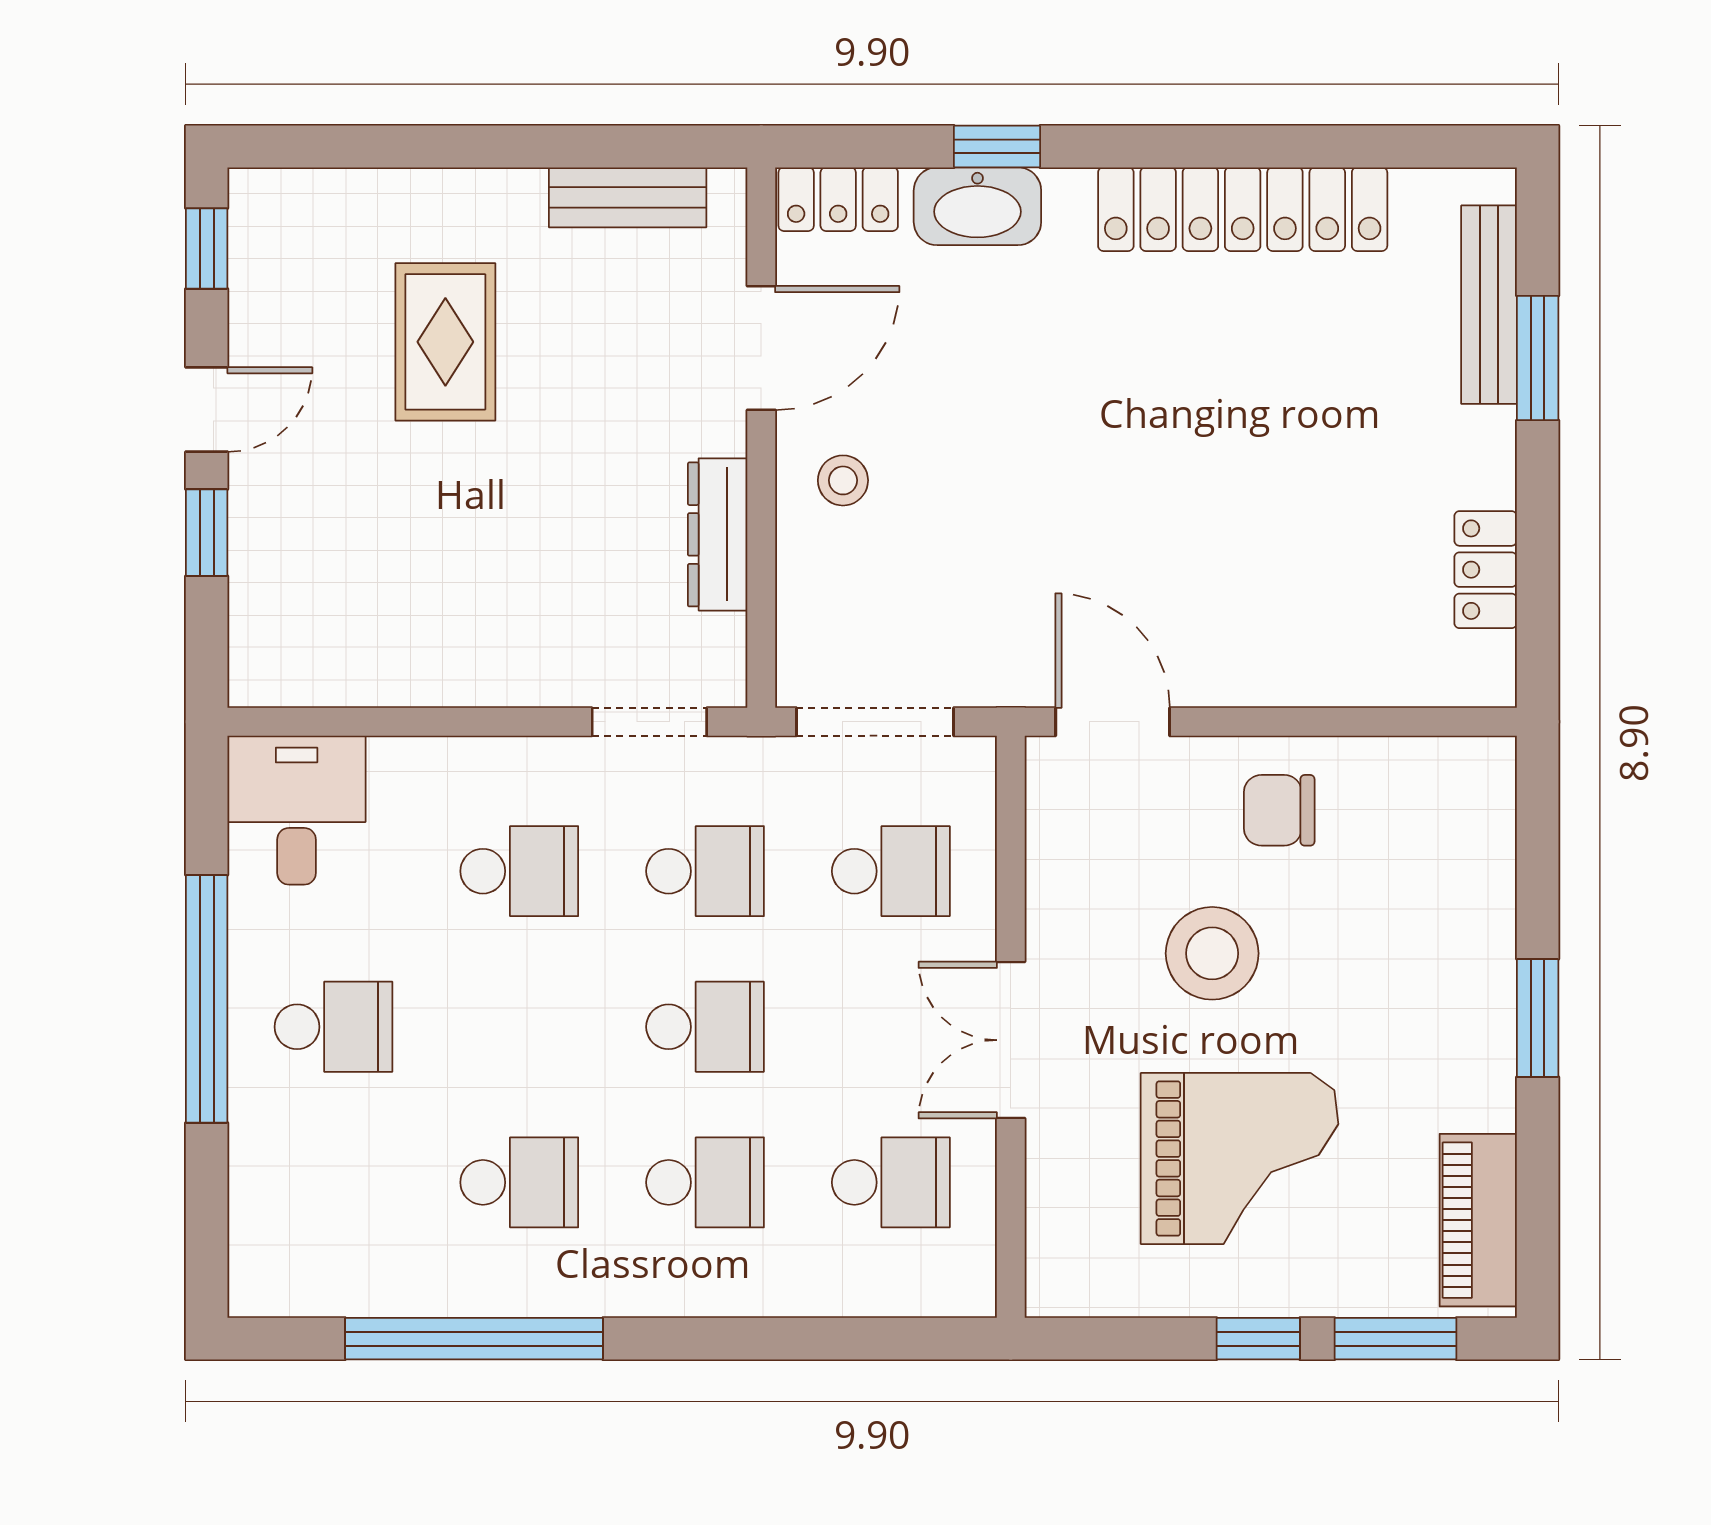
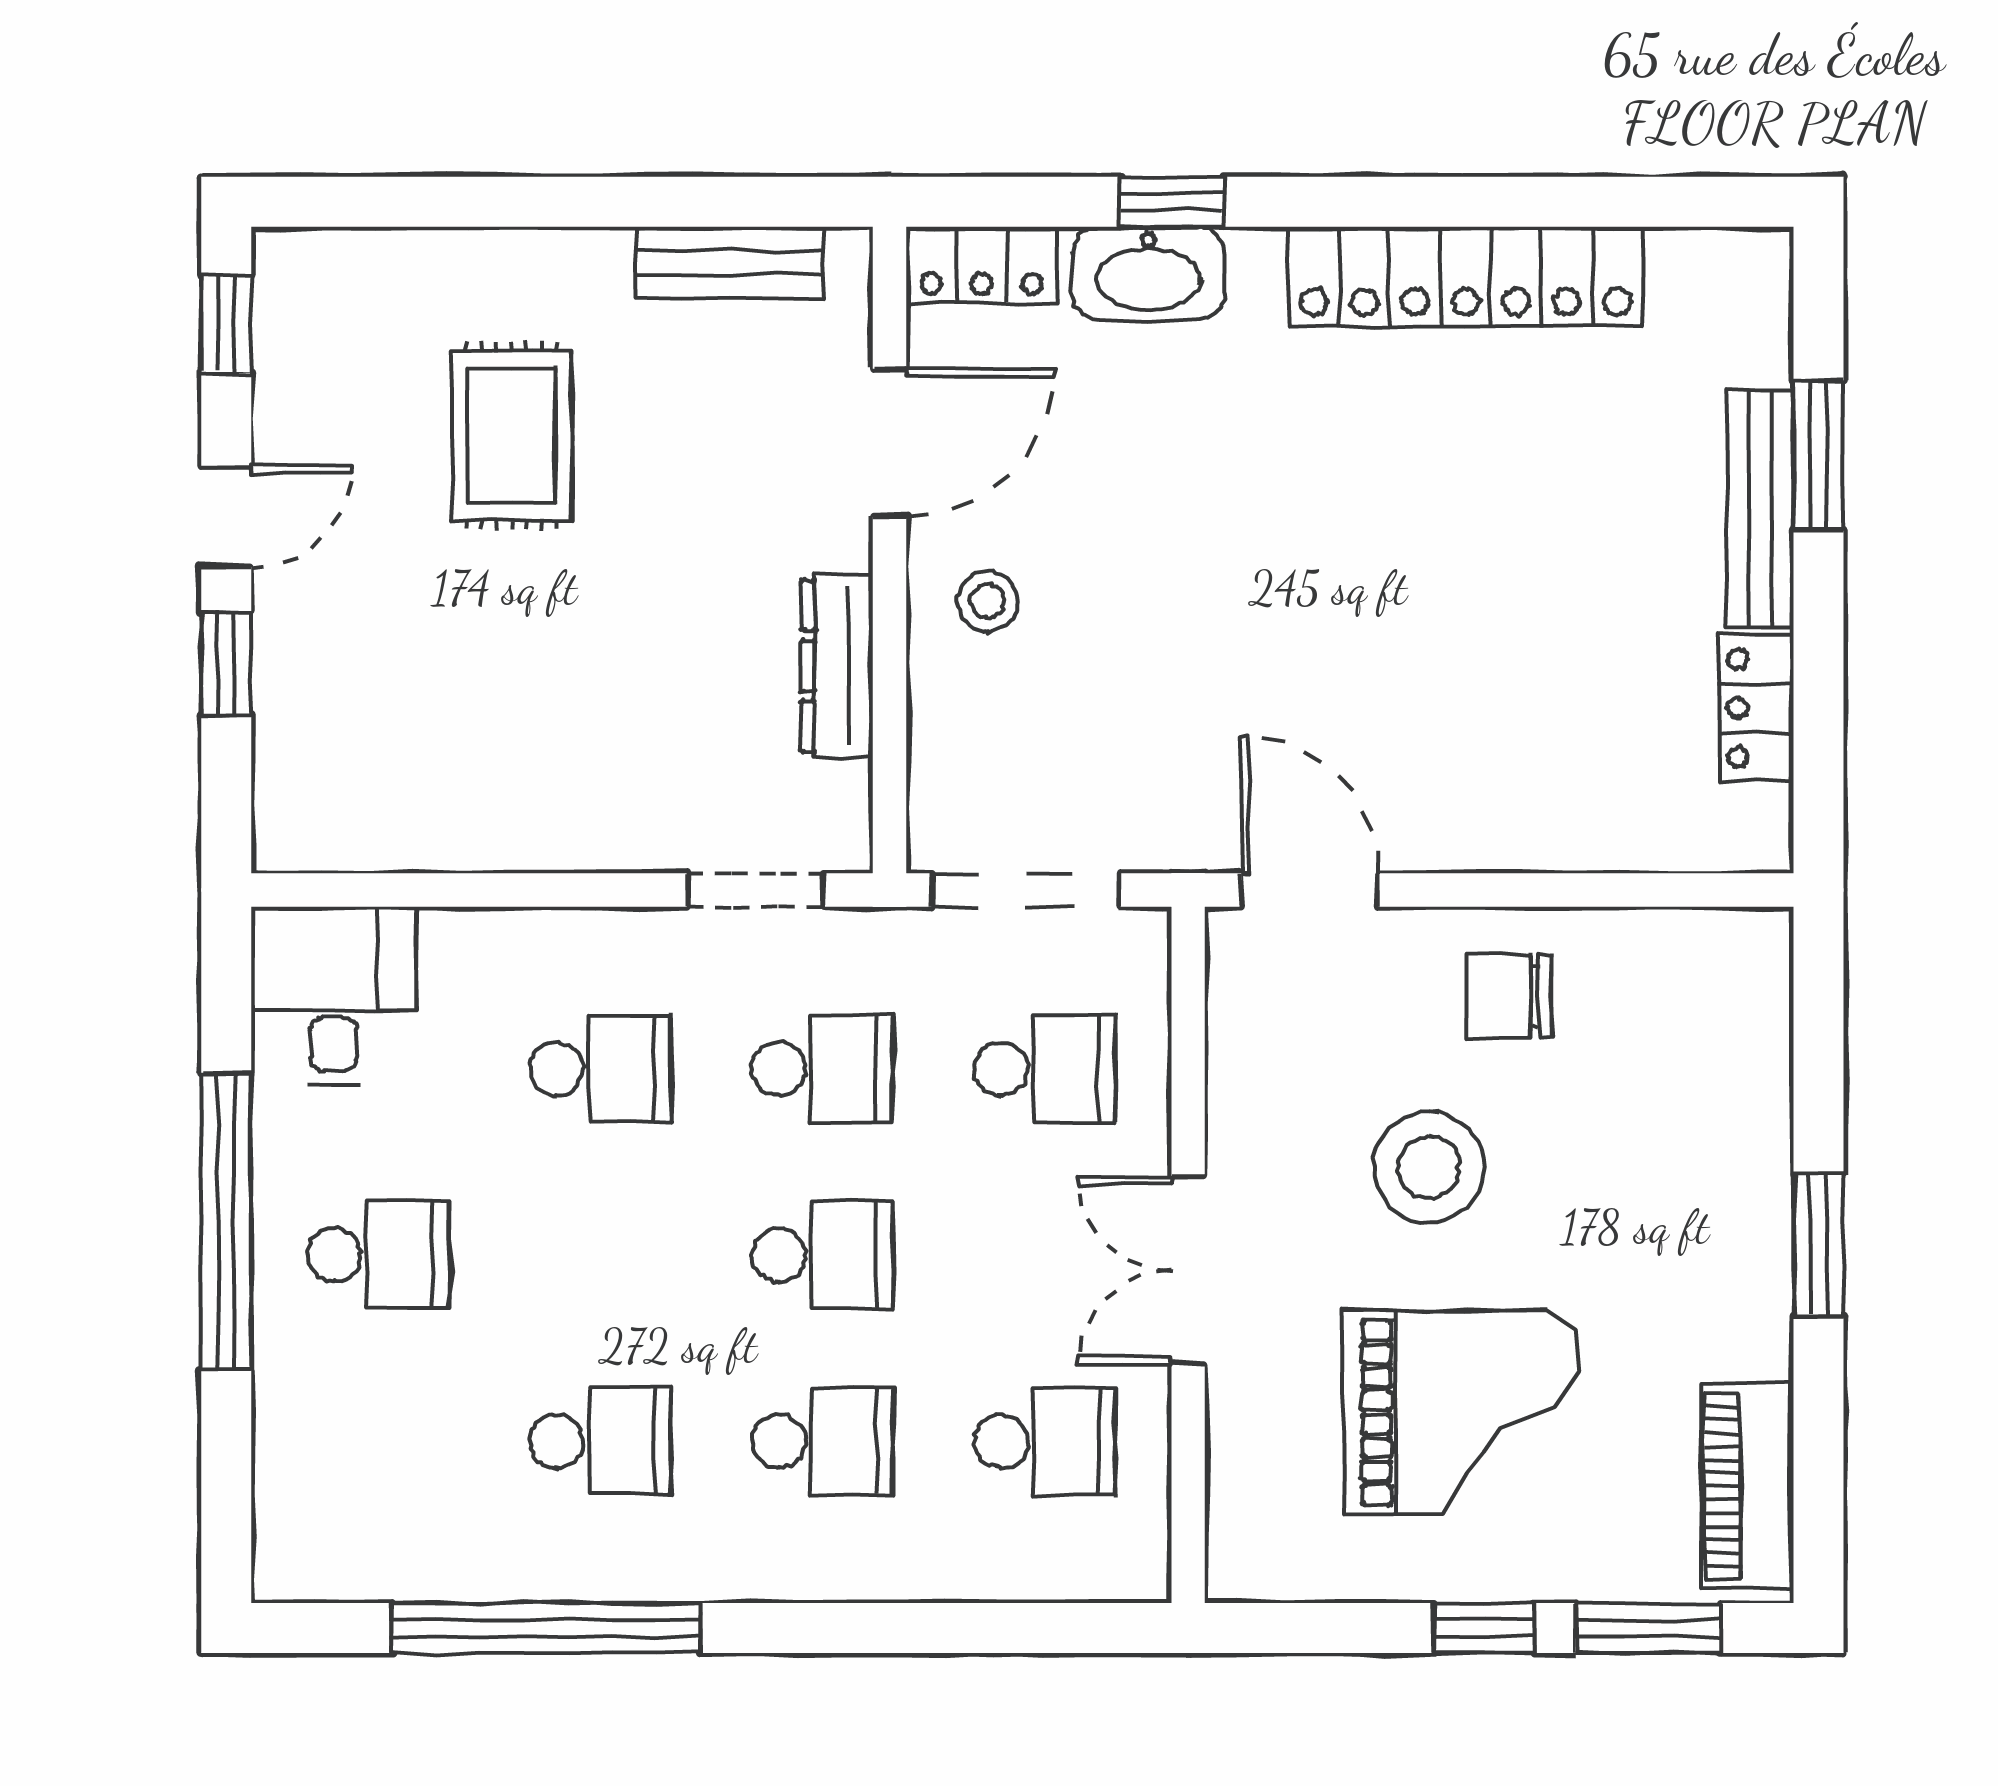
bench: (1489, 305) -> (1760, 509), moved

